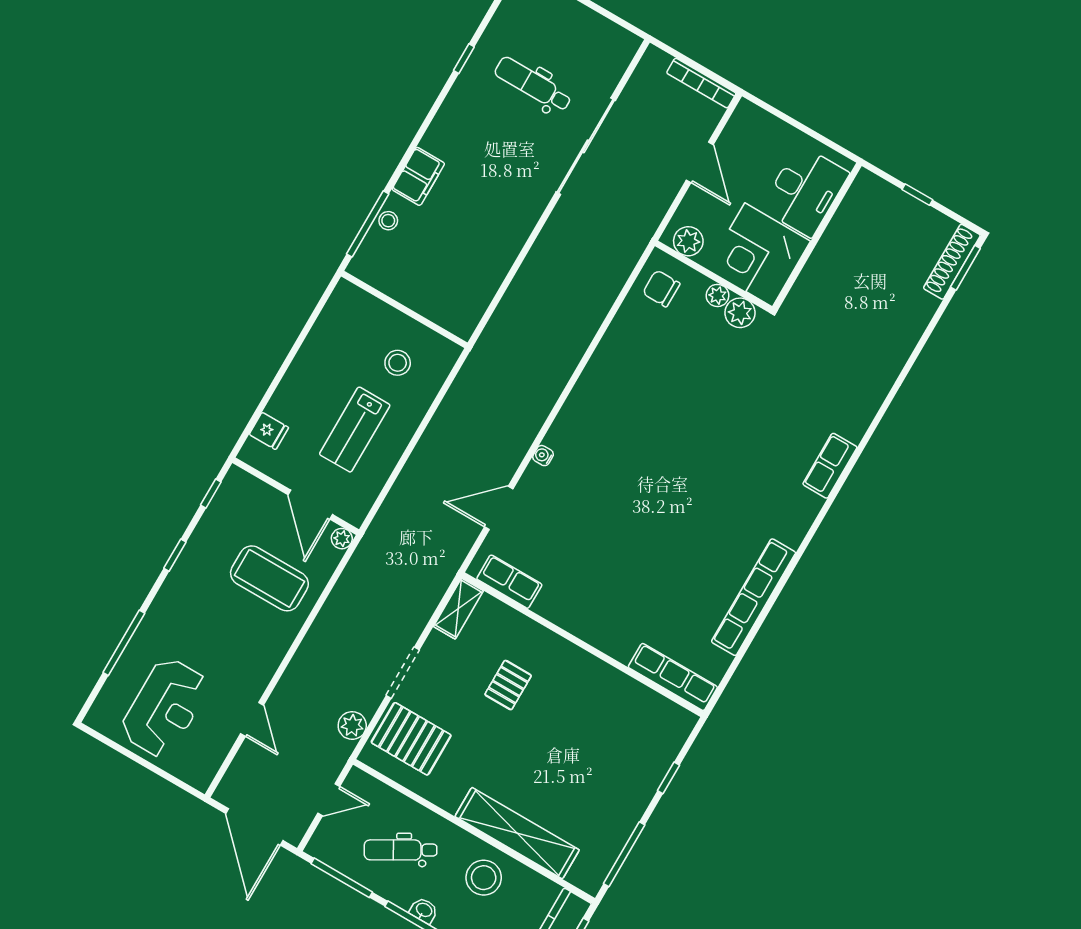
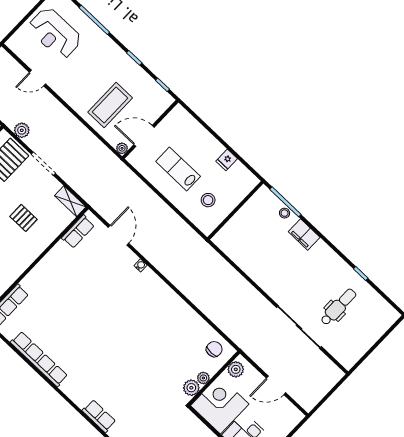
bookcase: (701, 83) -> (318, 396), removed
fridge: (269, 431) -> (227, 160), moved

